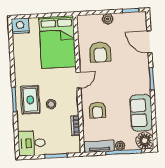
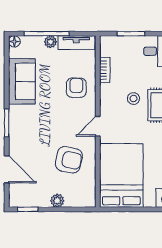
armchair: (100, 52) -> (69, 160), turned 102
floor lamp: (145, 141) -> (14, 41), width x0.53, depth x0.53

